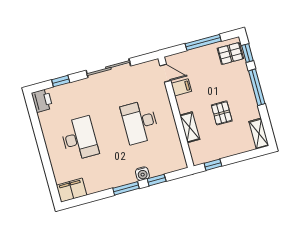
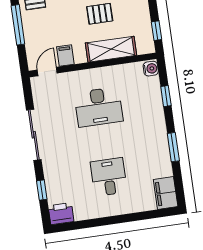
shelving: (190, 127) -> (111, 49), width x1.50, depth x1.33
desk: (79, 138) -> (109, 177), width x0.73
water cooler: (142, 174) -> (151, 69), moved
window: (126, 188) -> (173, 147), moved

